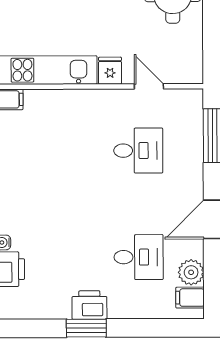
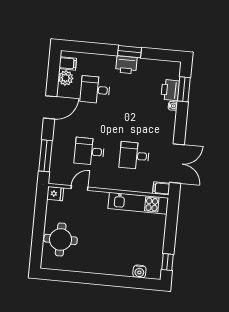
fridge: (110, 71) -> (55, 194), moved, turned -90
door: (149, 86) -> (79, 188), swing flipped
desk: (61, 151) -> (134, 156), added

